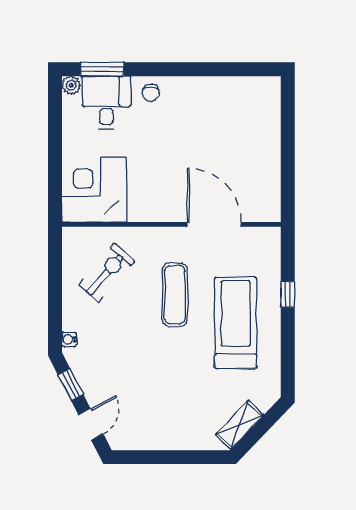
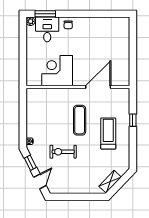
corner desk: (94, 190) -> (57, 71), moved
door: (214, 224) -> (98, 87), hinge flipped
exercise bike: (106, 273) -> (63, 152), moved, turned -131
treadmill: (236, 323) -> (108, 133), width x0.73, depth x0.73

